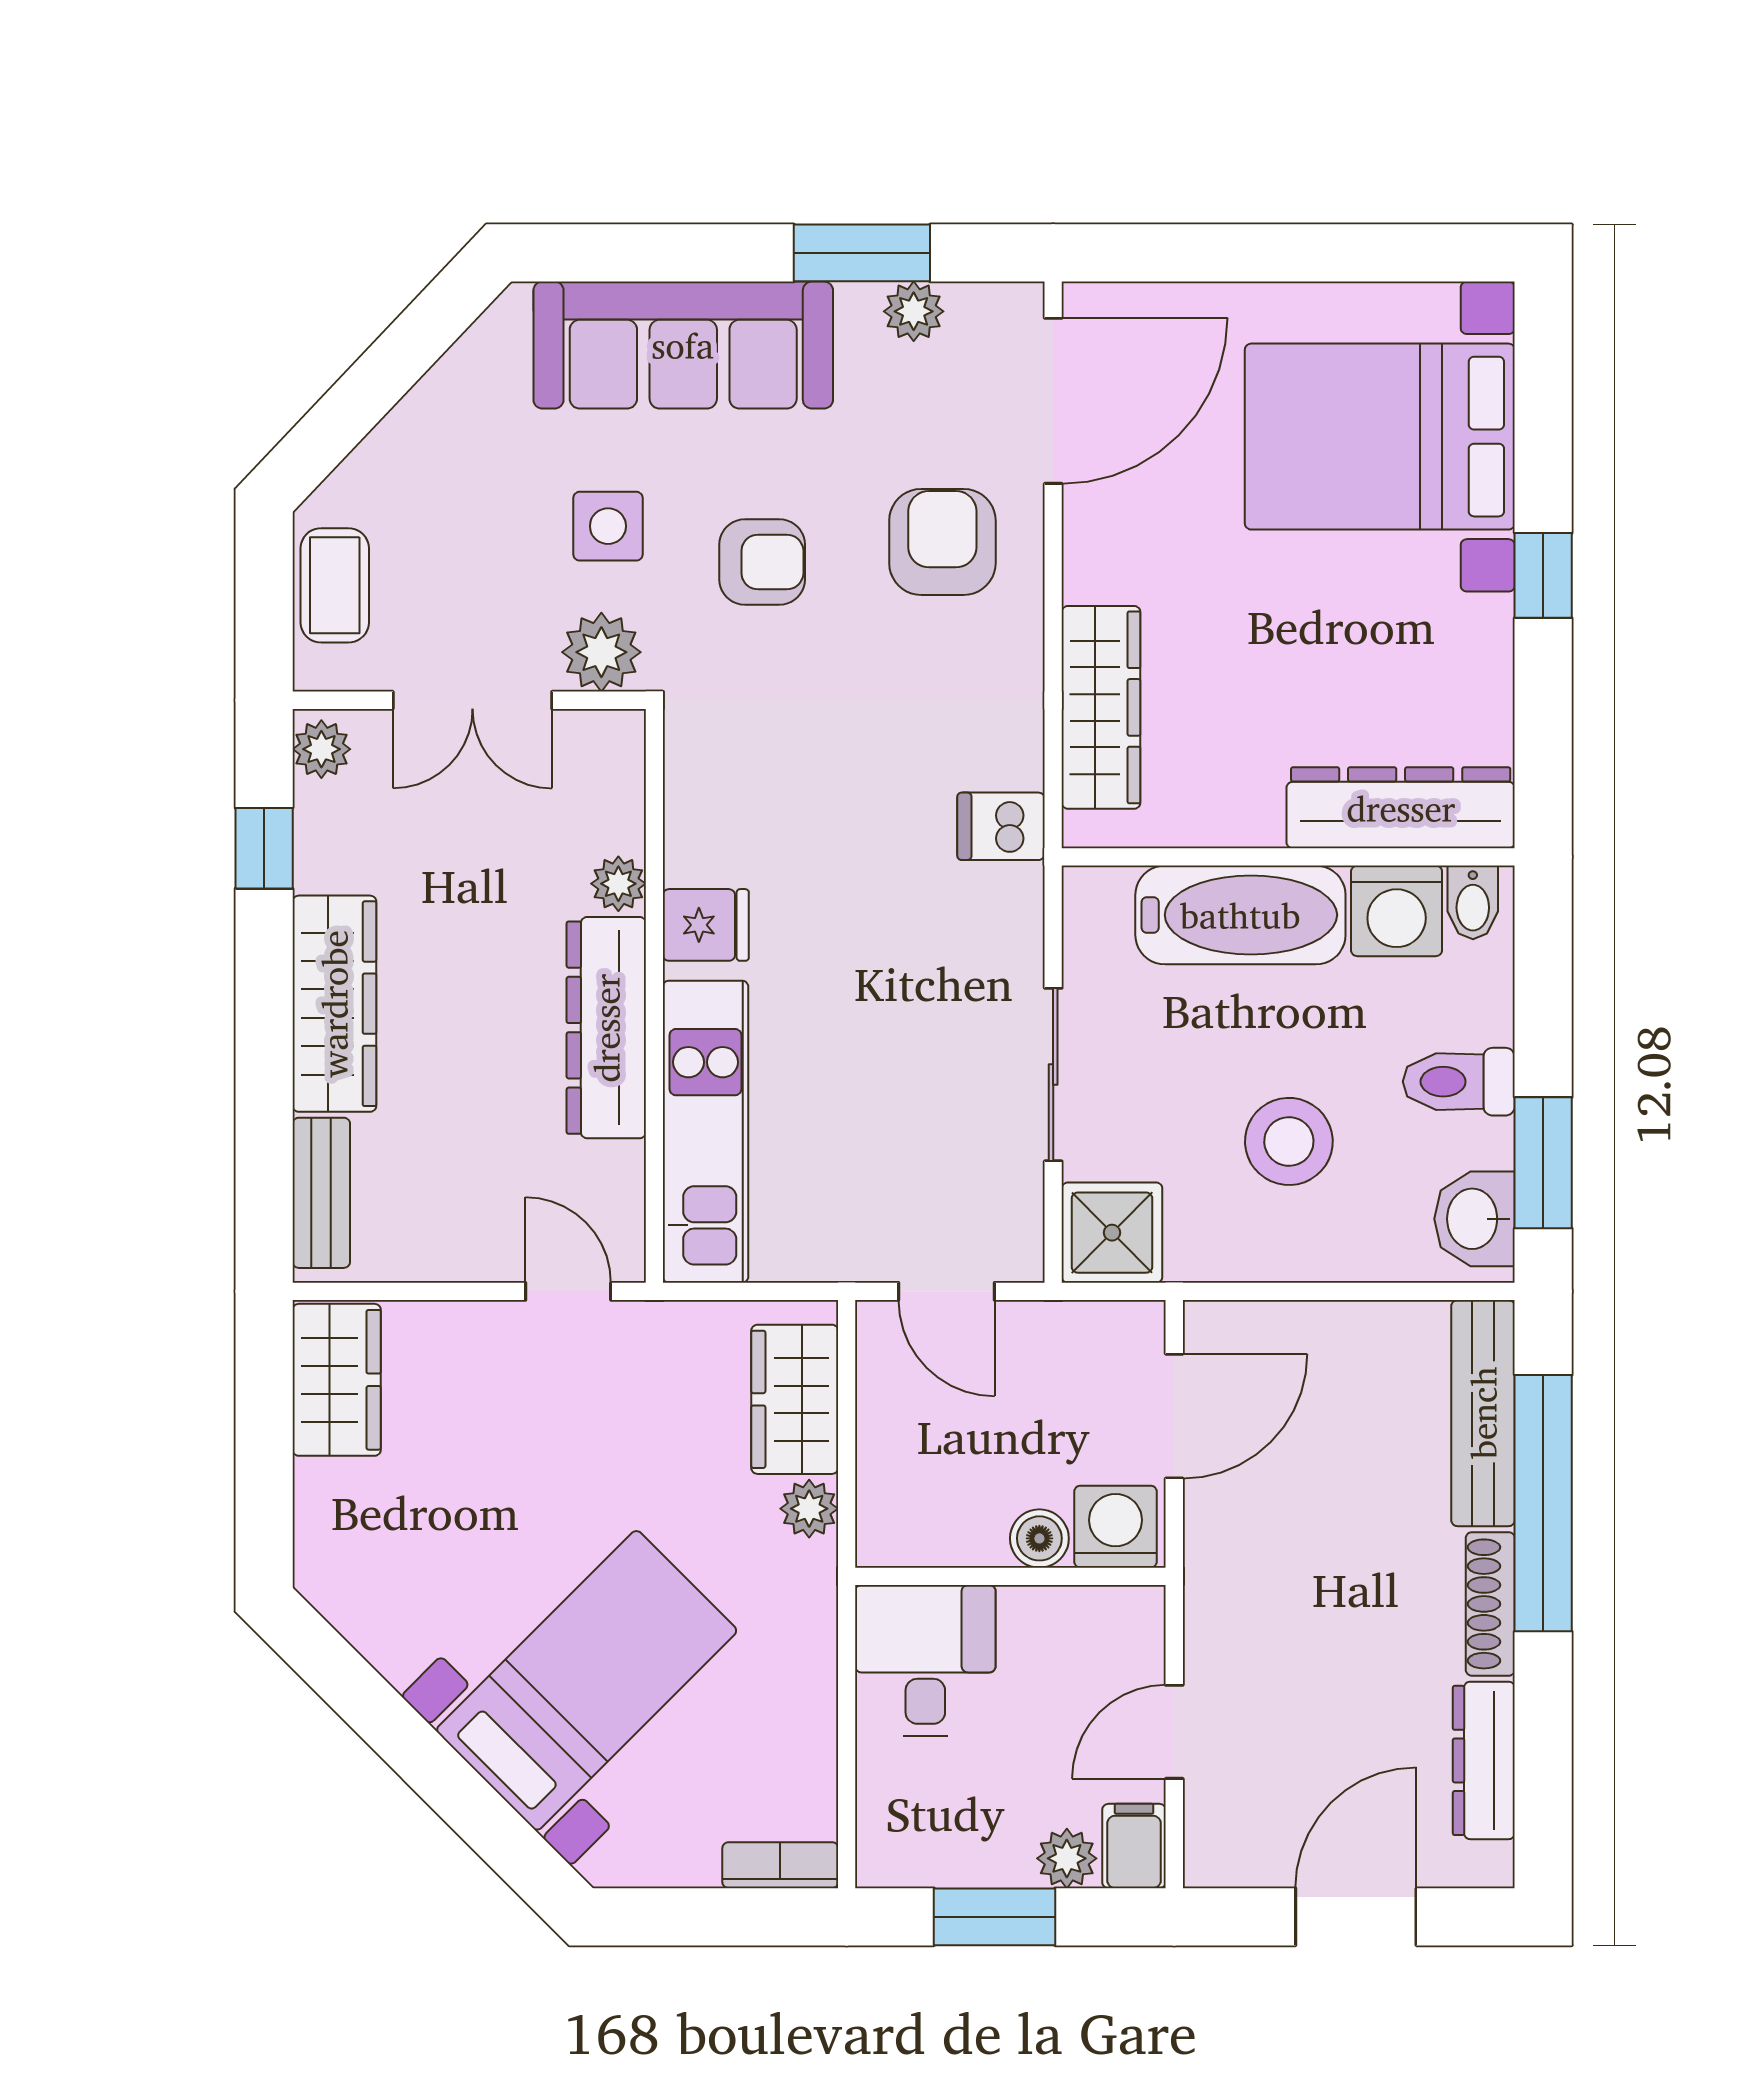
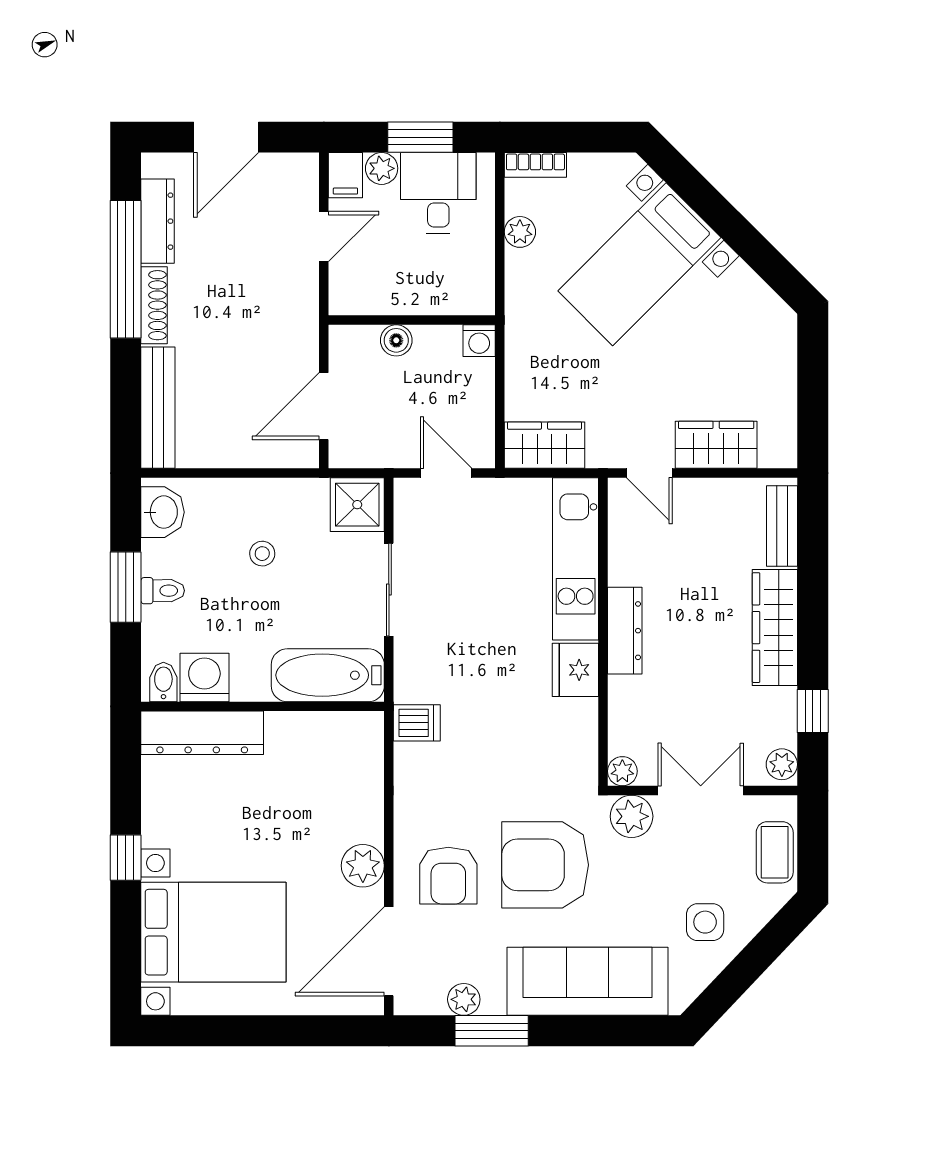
side table: (608, 526) -> (705, 922), moved
plant: (1102, 560) -> (363, 866), added
armchair: (762, 562) -> (545, 865), width x1.88, depth x1.88
wardrobe: (1101, 707) -> (363, 787), removed
plant: (618, 884) -> (622, 771), moved
bathtub: (1240, 915) -> (328, 675), moved
fridge: (706, 925) -> (575, 670), width x1.38
dresser: (606, 1028) -> (625, 631), width x0.73, depth x0.80
toilet: (1459, 1082) -> (163, 591), width x0.73, depth x0.72
stool: (1289, 1141) -> (262, 554), width x0.53, depth x0.53
window: (1543, 1163) -> (126, 587), moved
wardrobe: (337, 1380) -> (716, 445), moved, turned 90
wardrobe: (795, 1399) -> (545, 445), moved, turned -90
window: (1543, 1503) -> (126, 269), moved
plant: (809, 1509) -> (520, 232), moved
washing machine: (1115, 1527) -> (479, 341), moved, width x0.73, depth x0.73
desk: (925, 1660) -> (438, 193), moved, turned 180

